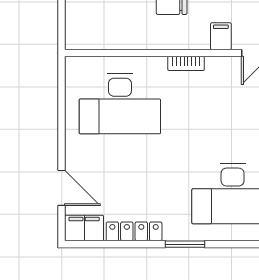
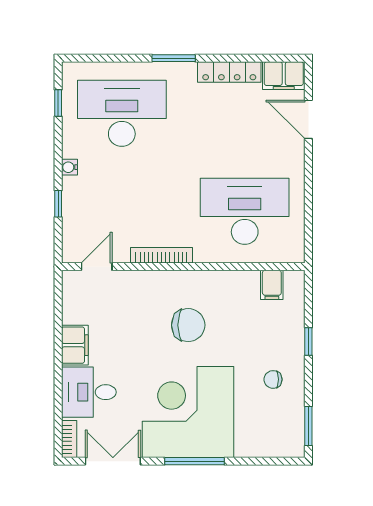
filing cabinet: (221, 36) -> (272, 285), moved
bookcase: (186, 63) -> (161, 255), width x1.56

